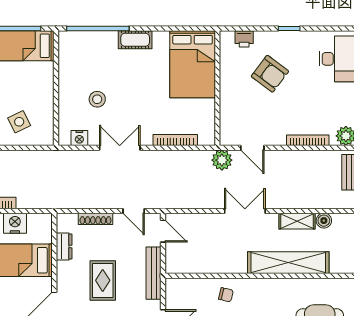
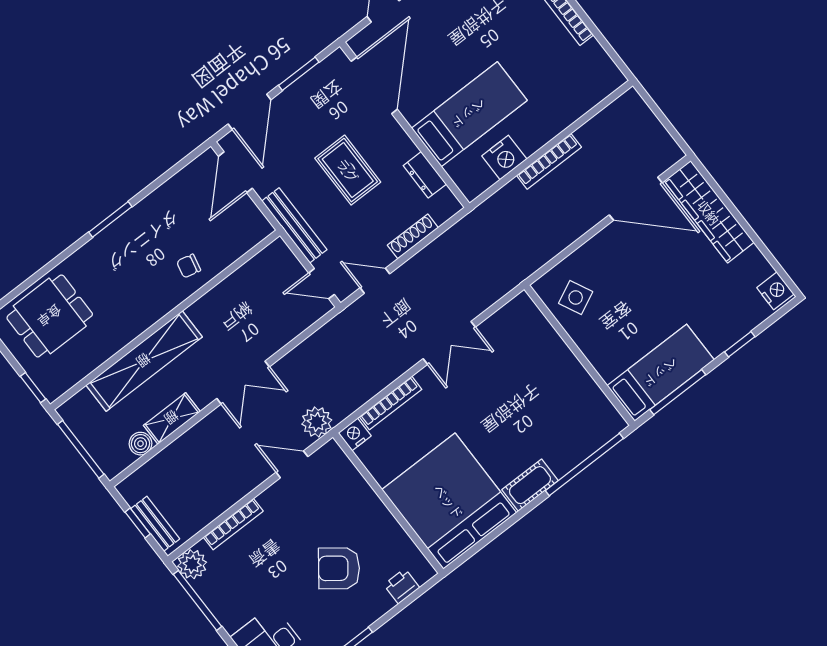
bed: (193, 64) -> (449, 501), width x1.36
stool: (97, 99) -> (520, 380), removed
side table: (19, 122) -> (576, 297), moved
nightstand: (79, 138) -> (355, 434), moved

